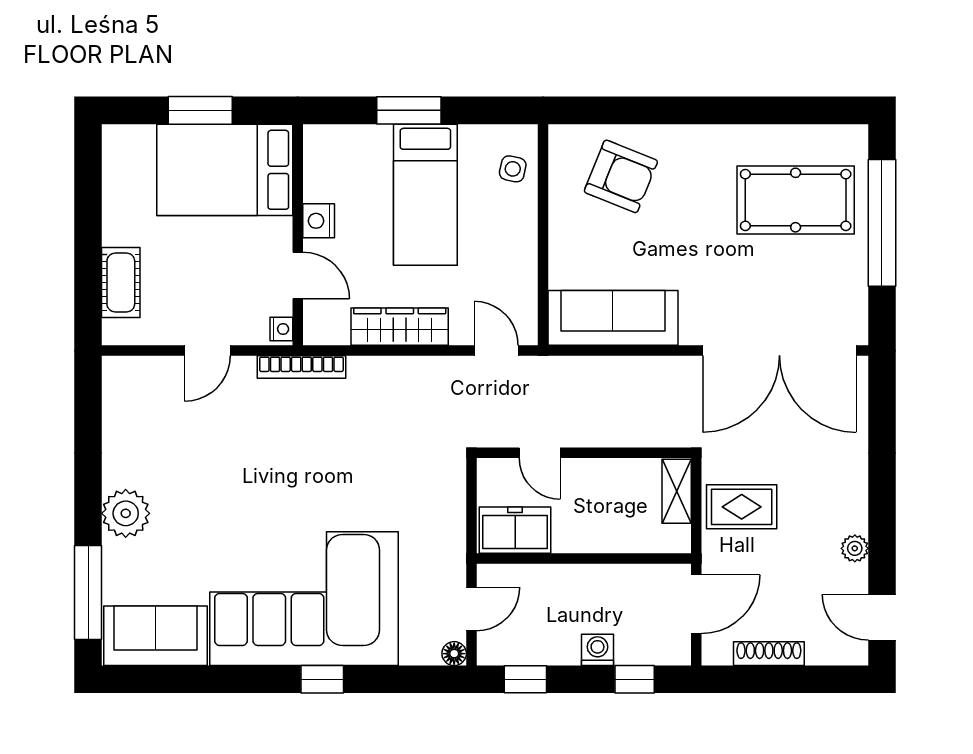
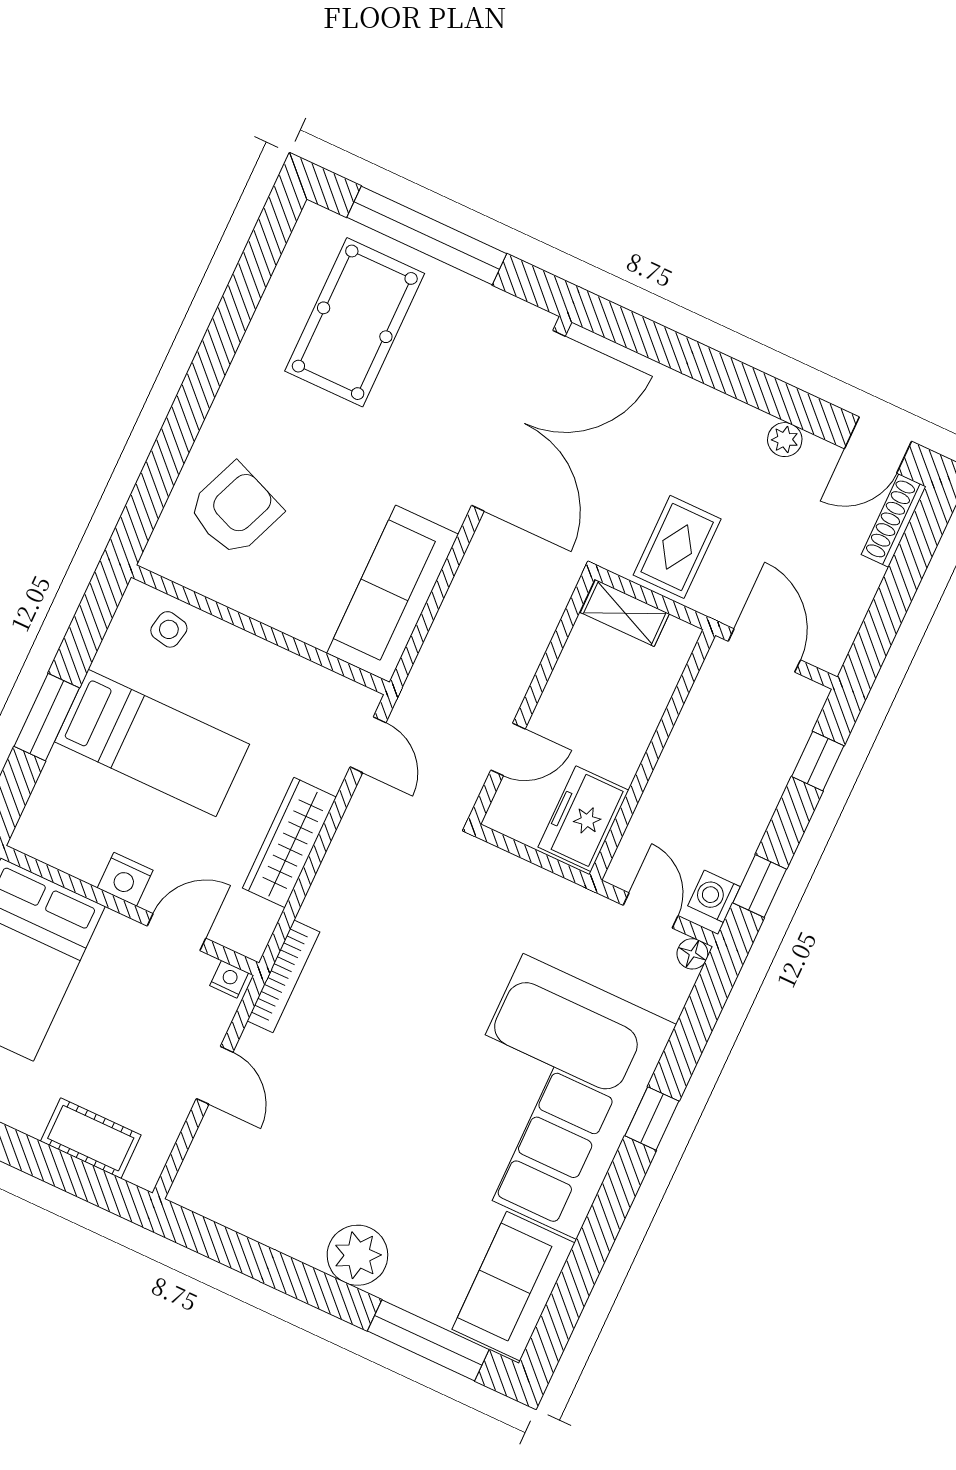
door: (496, 351) -> (368, 745), swing flipped
washing machine: (597, 650) -> (714, 896), moved
shoe rack: (769, 654) -> (894, 520), moved

